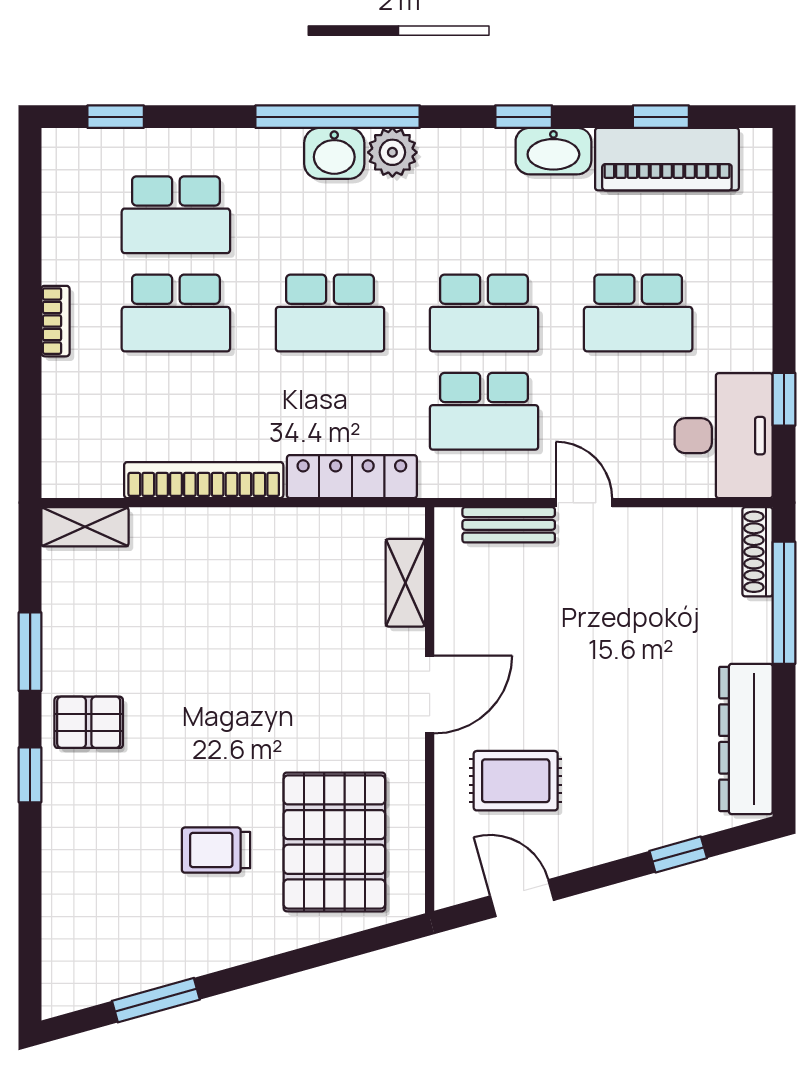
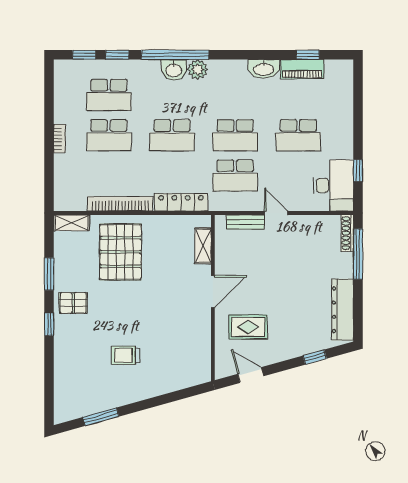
window: (524, 117) -> (117, 55), moved
piano: (667, 159) -> (302, 69), width x0.73, depth x0.75
pallet: (334, 842) -> (121, 252), moved

